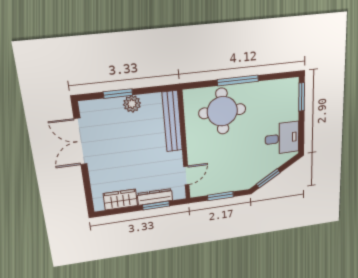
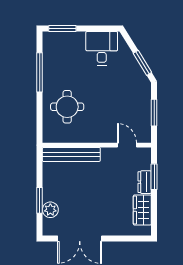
window: (238, 80) -> (40, 72), moved
plant: (132, 104) -> (50, 210), moved
round table: (222, 111) -> (67, 107), width x0.73, depth x0.73
dresser: (155, 197) -> (145, 182), width x0.70

